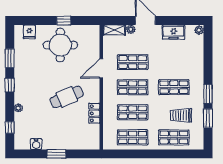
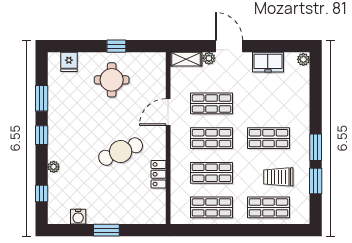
round table: (60, 45) -> (112, 80), width x0.73, depth x0.73

